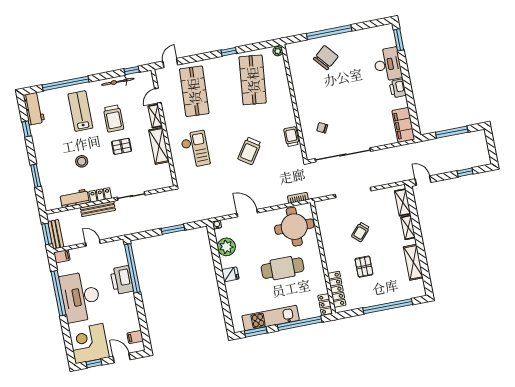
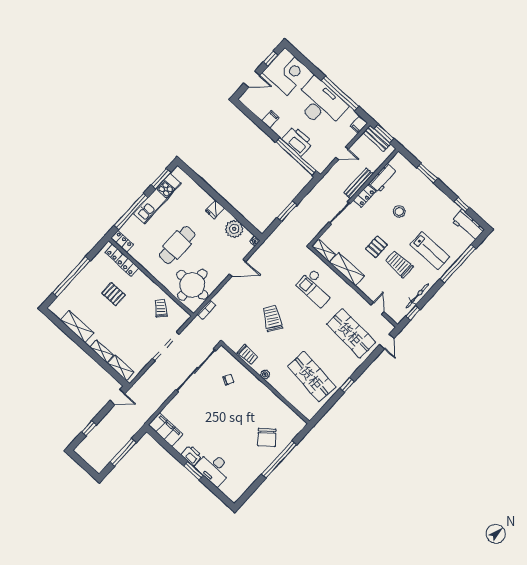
window: (399, 40) -> (194, 471), moved
plant: (278, 51) -> (265, 374), moved
shelving: (155, 116) -> (324, 251), moved
trolley: (361, 232) -> (161, 308), moved
filing cabinet: (135, 337) -> (270, 119), moved

